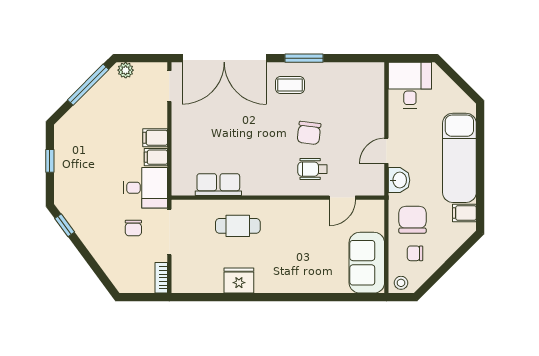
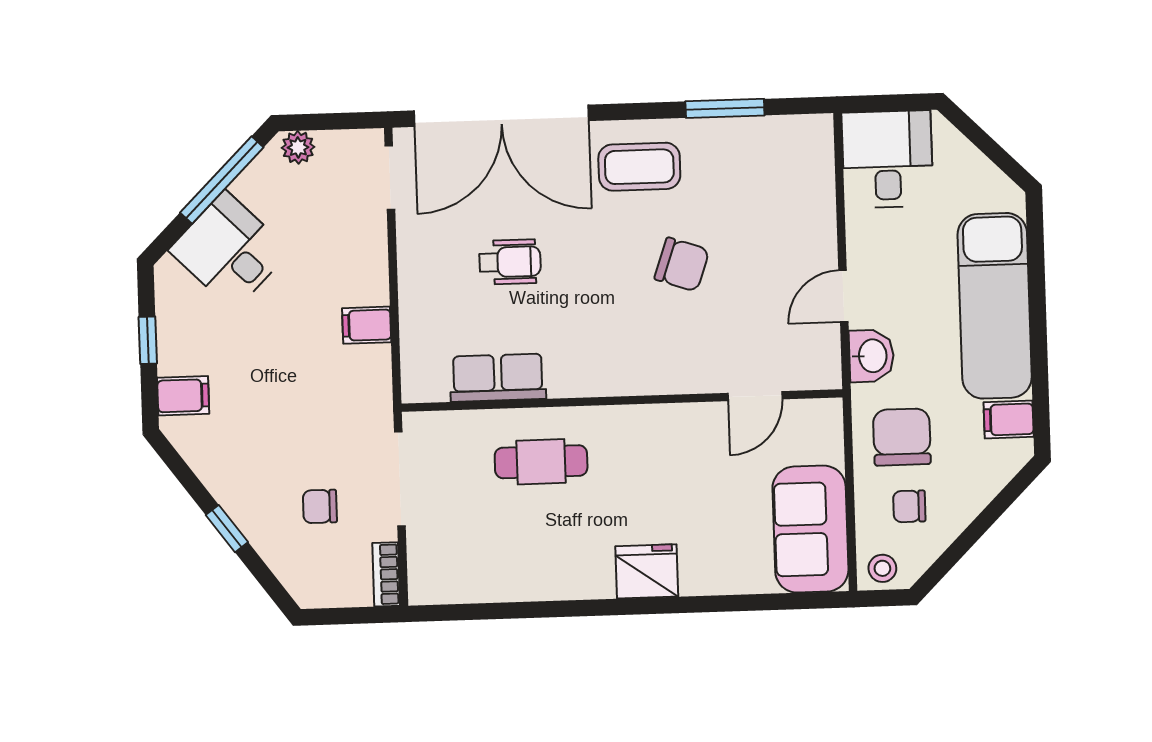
window: (304, 58) -> (725, 108), moved
coffee table: (290, 85) -> (639, 167), width x1.36, depth x1.30
chair: (309, 133) -> (682, 264), turned -78
filing cabinet: (155, 138) -> (183, 396), moved, turned 180
wheelchair: (313, 169) -> (510, 262), moved, turned 180
desk: (145, 188) -> (229, 251), moved, turned -135
window: (65, 225) -> (227, 529), moved
chair: (133, 228) -> (320, 506), moved, turned 90
fridge: (239, 281) -> (647, 571), moved

